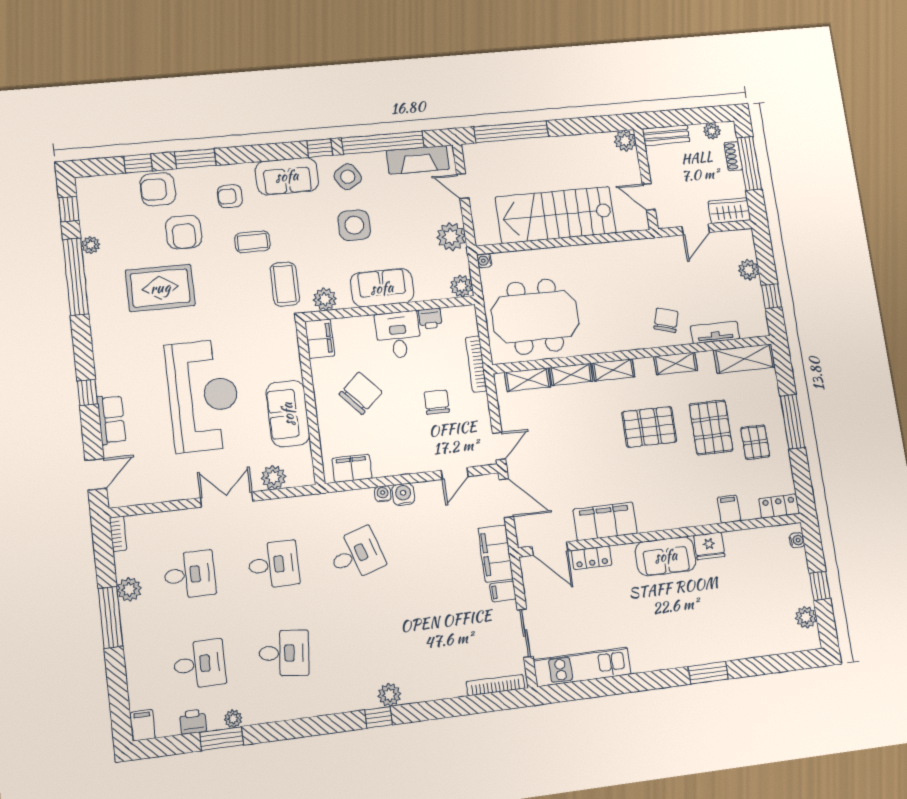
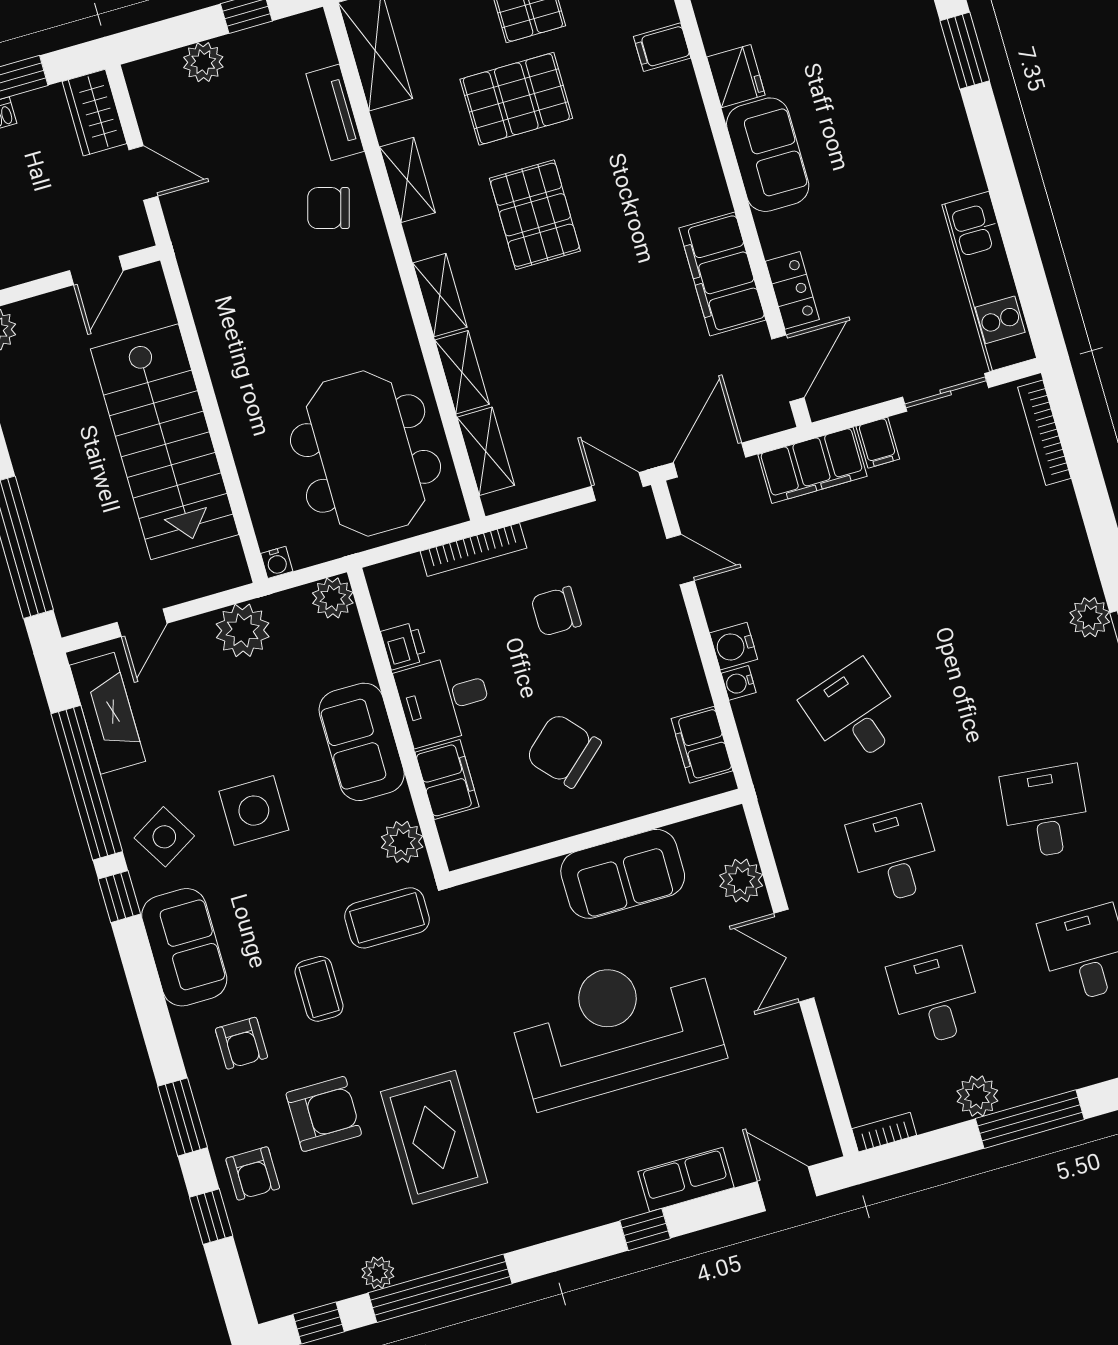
armchair: (158, 189) -> (253, 1173), width x0.72, depth x0.72
filing cabinet: (320, 339) -> (447, 780), moved, turned 90

